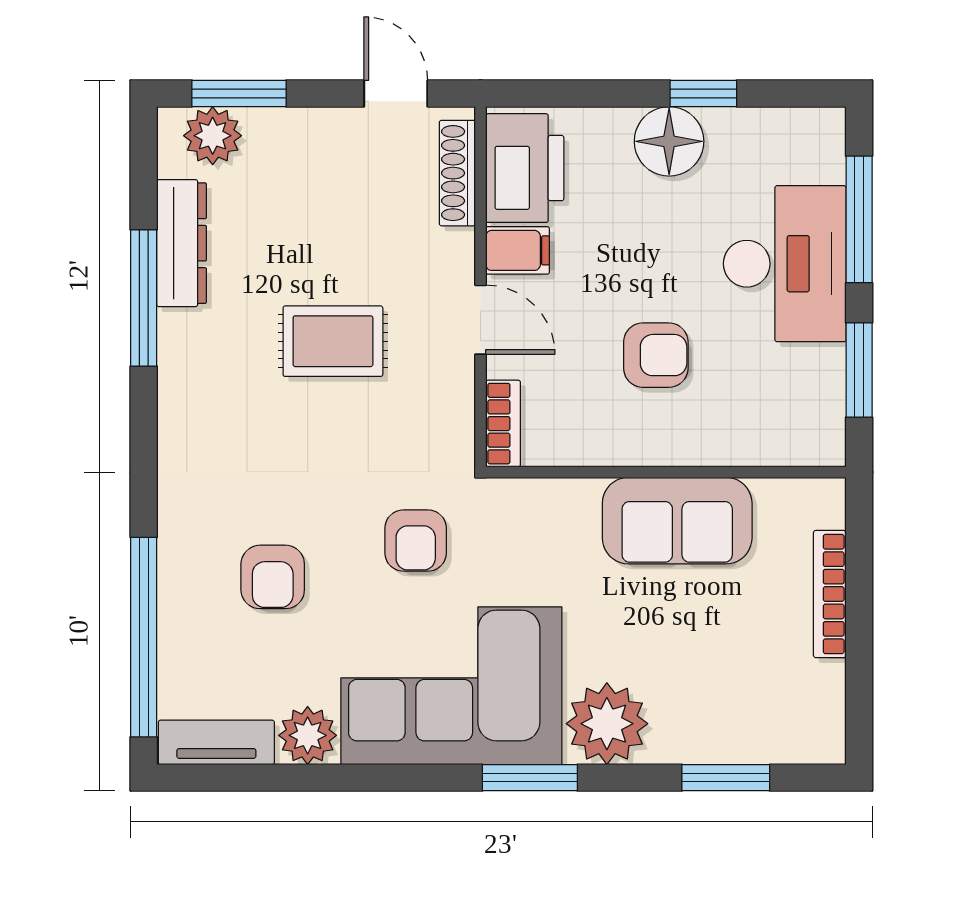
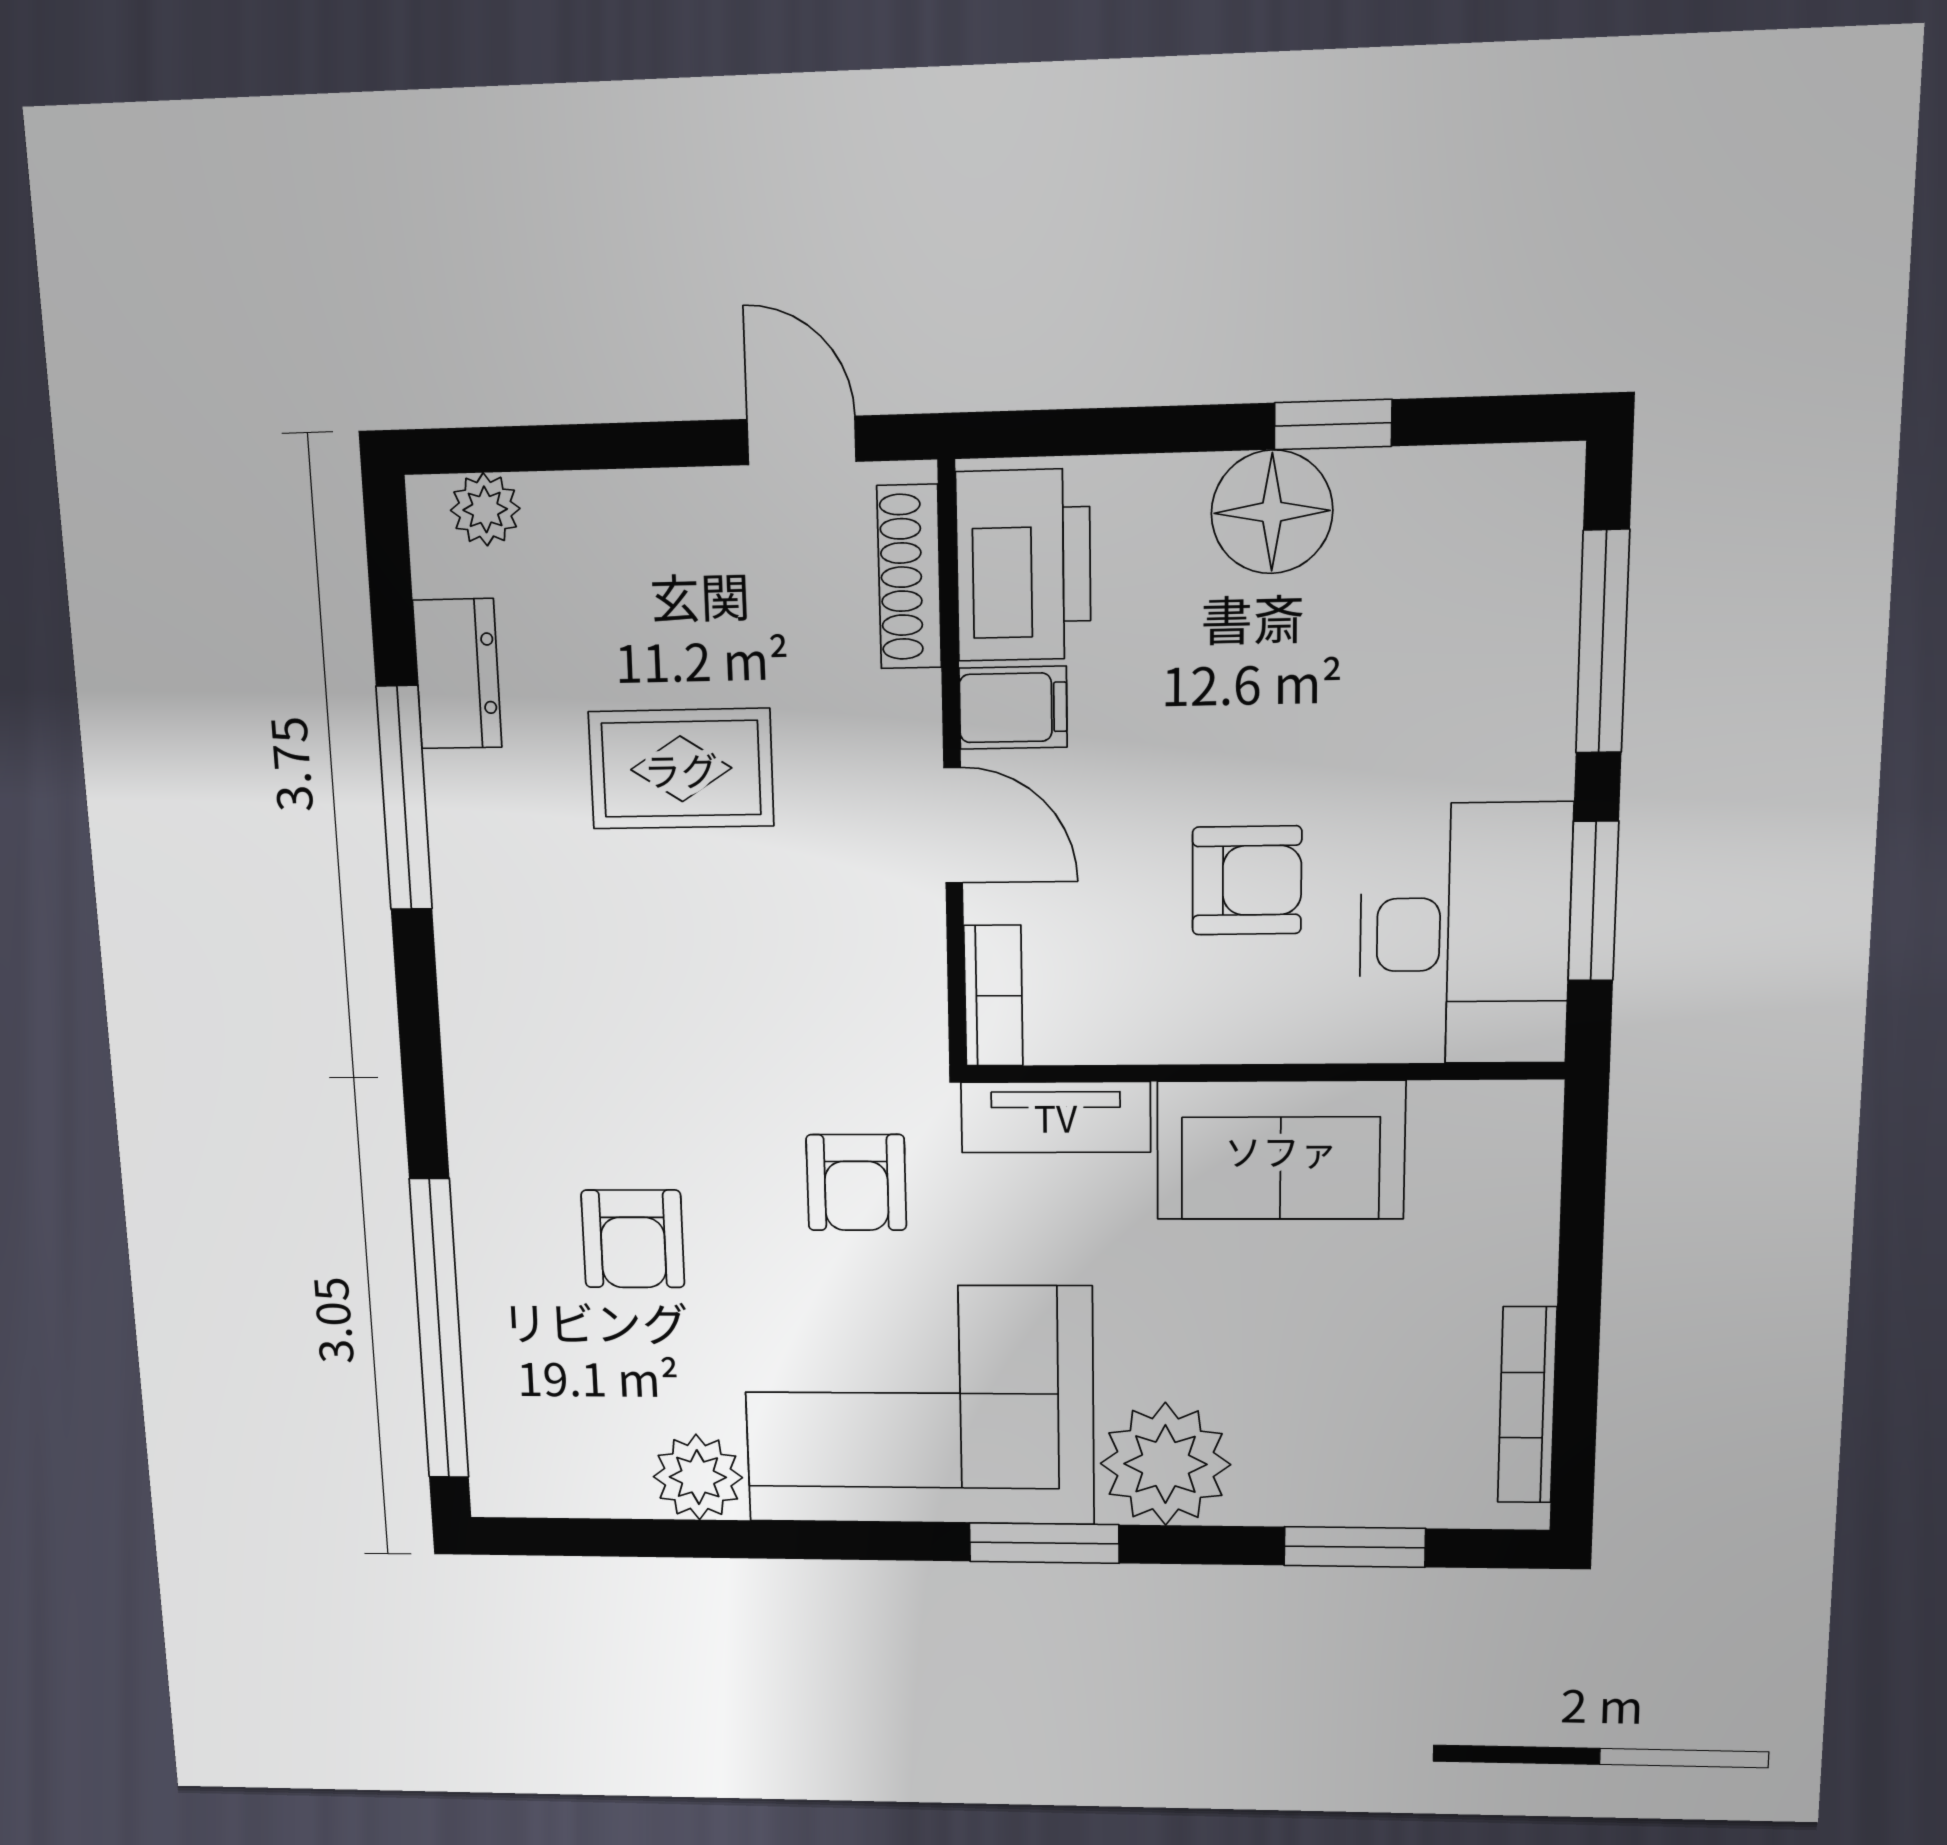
window: (239, 94) -> (539, 448), removed
plant: (213, 136) -> (485, 509), width x0.73, depth x0.73
dresser: (182, 243) -> (457, 674), width x0.70
desk: (785, 264) -> (1465, 934), moved
rug: (333, 341) -> (681, 769), moved
bookcase: (830, 594) -> (1527, 1405), moved
tv unit: (216, 742) -> (1056, 1117), moved, turned 180

